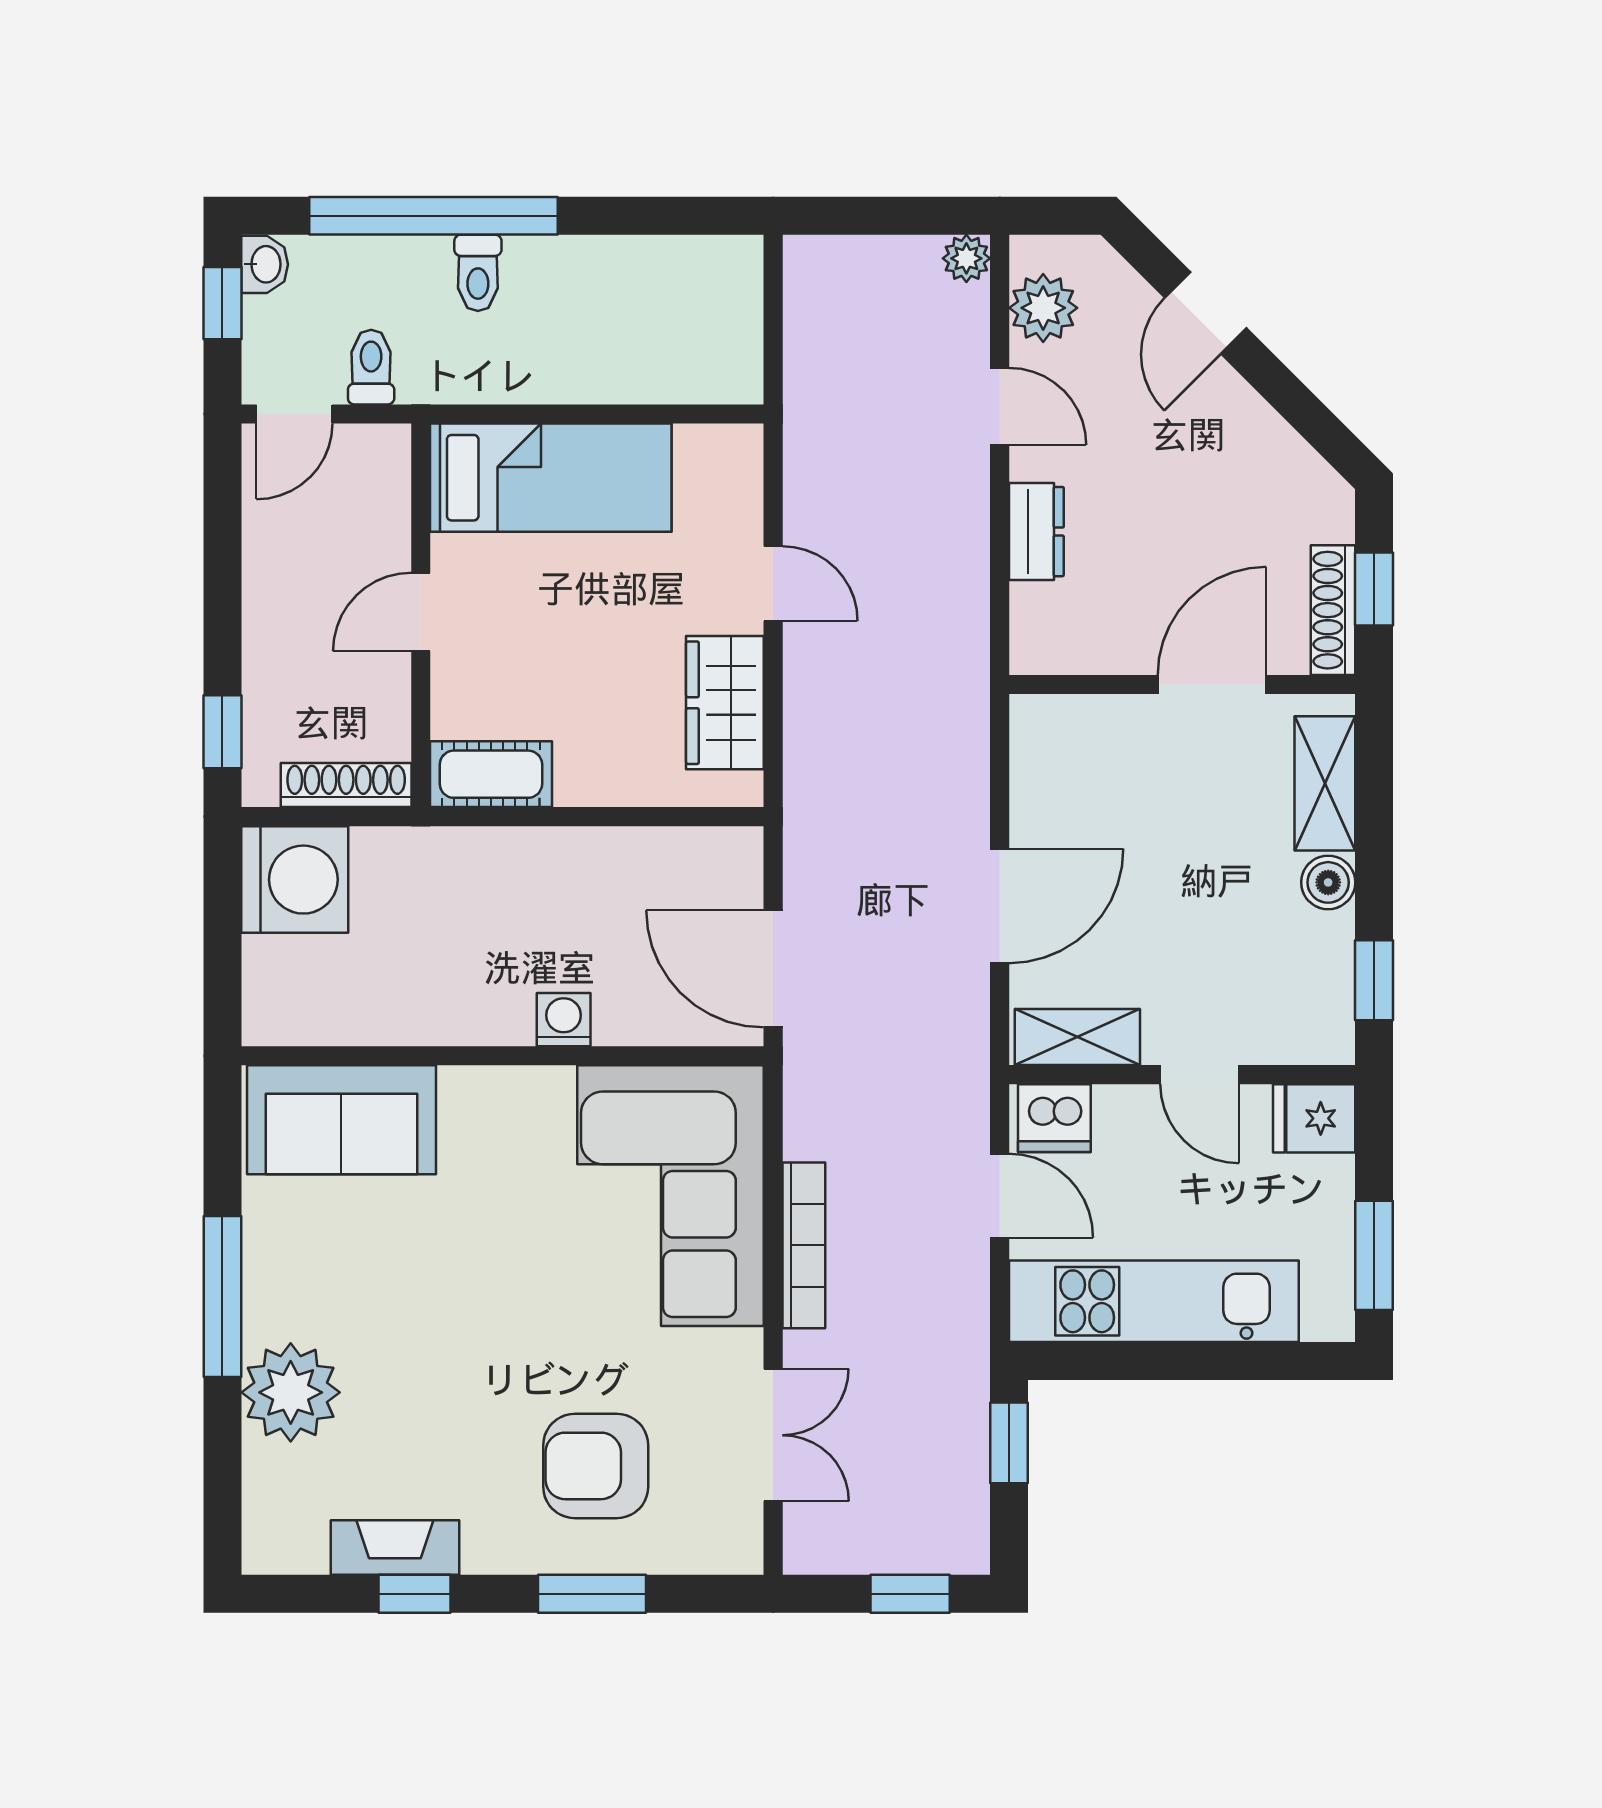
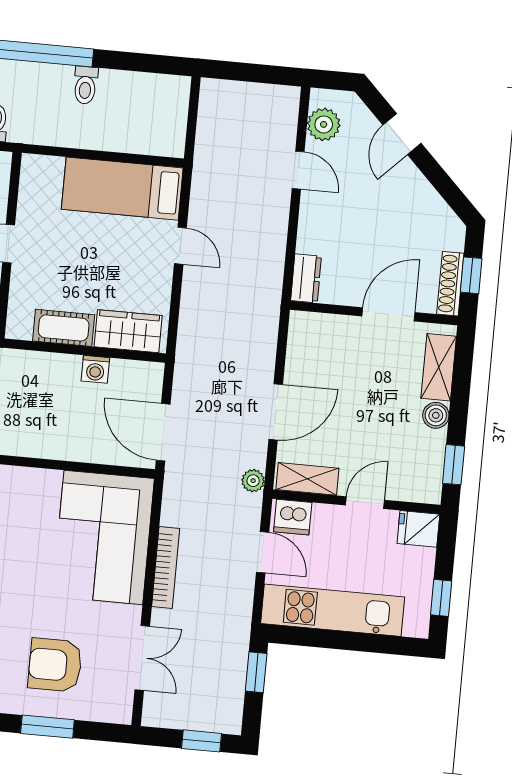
plant: (966, 258) -> (253, 481), moved
toilet: (478, 273) -> (85, 85), moved
bed: (551, 478) -> (122, 189), moved, turned 180
dresser: (1036, 532) -> (306, 278), moved
wardrobe: (725, 703) -> (128, 331), moved, turned 90
cot: (491, 774) -> (64, 328), moved
washing machine: (564, 1020) -> (95, 369), moved, turned 180
door: (1200, 1075) -> (365, 503), swing flipped
window: (1374, 1255) -> (441, 598), width x0.67

